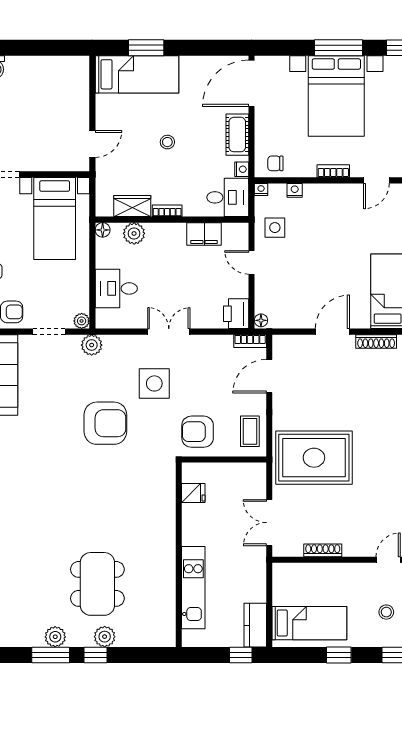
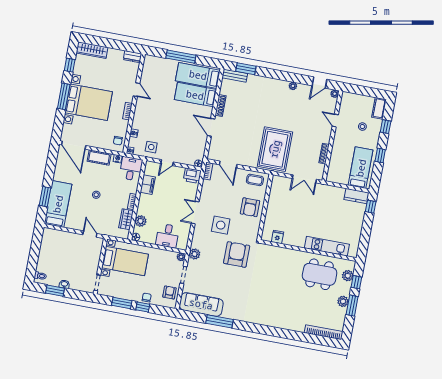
fridge: (193, 493) -> (278, 237), moved
wall: (179, 555) -> (308, 251), moved
kitchen unit: (193, 588) -> (327, 246), moved

